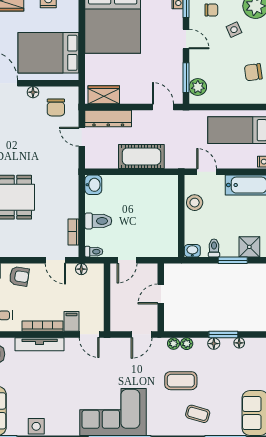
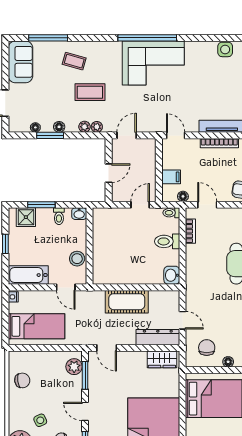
filing cabinet: (71, 321) -> (171, 177), moved, turned -90

